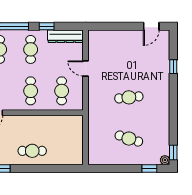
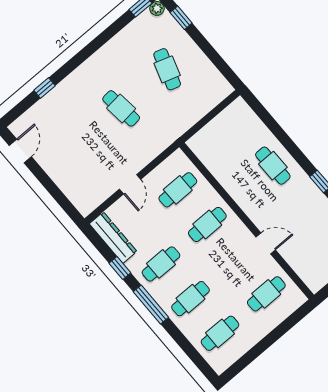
door: (151, 26) -> (20, 151), hinge flipped

